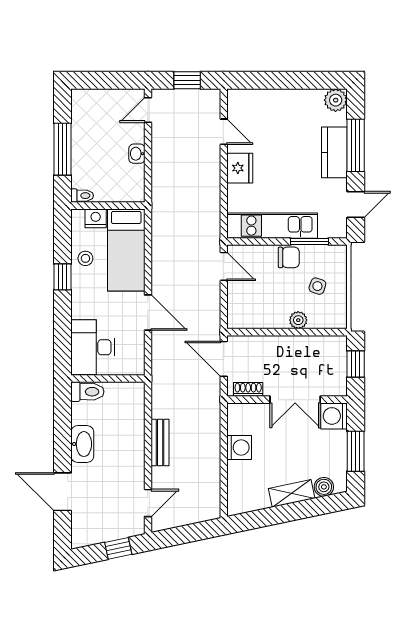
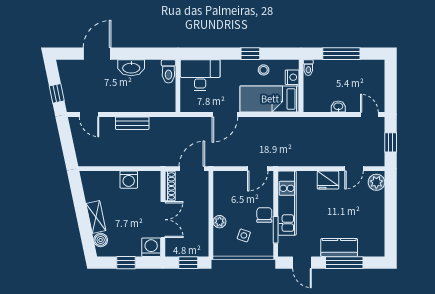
plant: (336, 100) -> (376, 182), moved
chair: (289, 257) -> (264, 215), turned 180
shoe rack: (248, 389) -> (170, 186), width x1.43
double door: (295, 400) -> (163, 220), swing flipped
window: (356, 451) -> (126, 263), width x0.67

